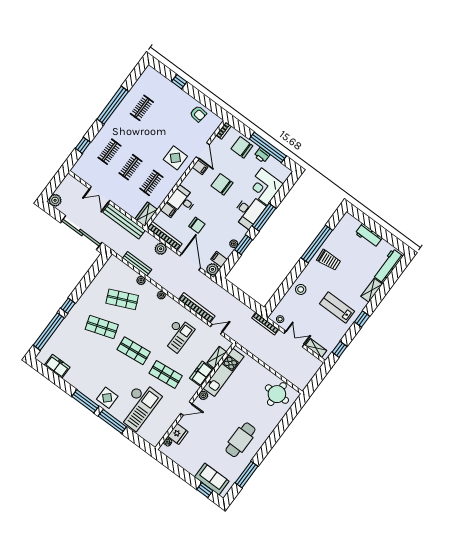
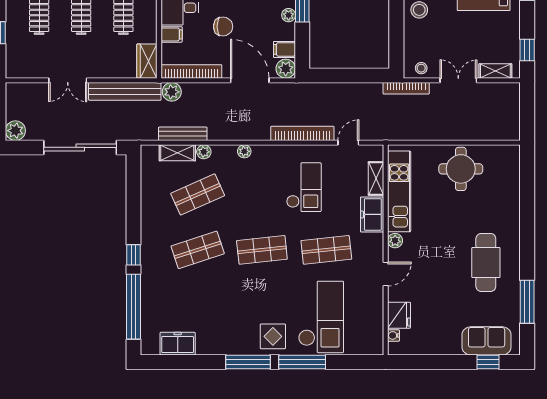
plant: (161, 249) -> (172, 92), moved
shelving: (127, 271) -> (177, 153), added
round table: (277, 394) -> (461, 169), moved

